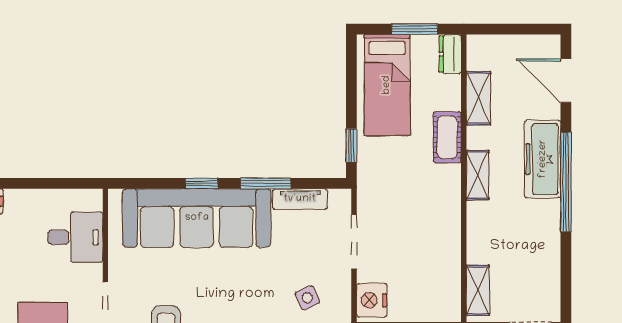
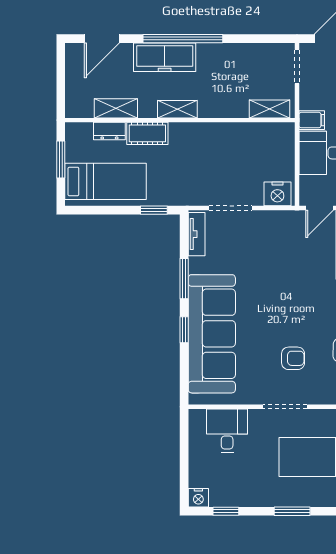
dresser: (450, 54) -> (109, 131), moved
tv unit: (300, 199) -> (197, 234), moved
side table: (307, 298) -> (276, 245), removed

